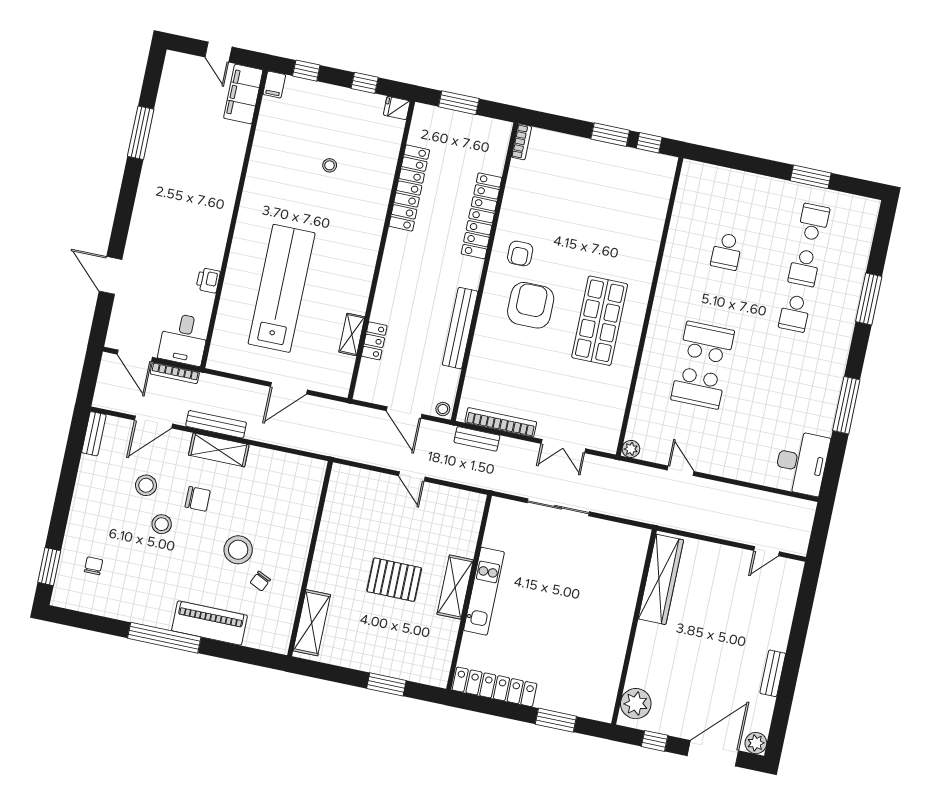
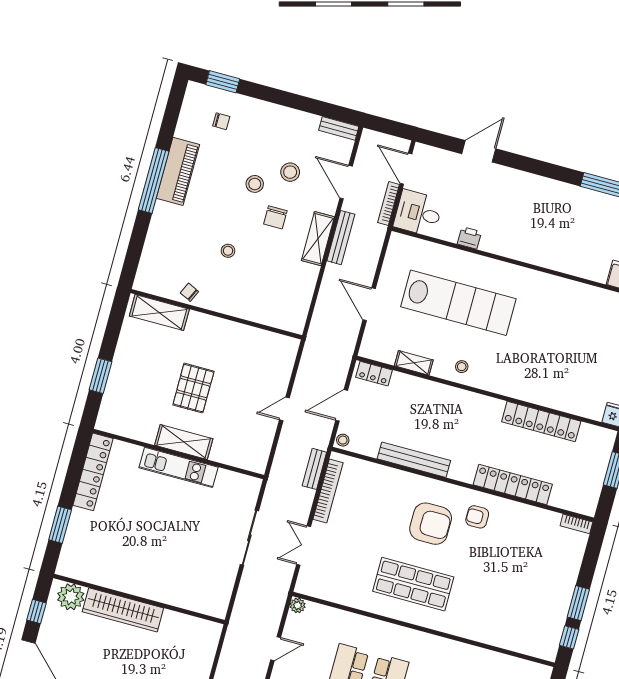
stool: (330, 165) -> (462, 367), moved
locker: (374, 341) -> (374, 374), moved
door: (135, 356) -> (406, 169), hinge flipped
stool: (238, 550) -> (228, 251), width x0.53, depth x0.53
wardrobe: (661, 579) -> (123, 610), moved
chair: (260, 581) -> (189, 292), moved
piano: (209, 623) -> (178, 171), moved

